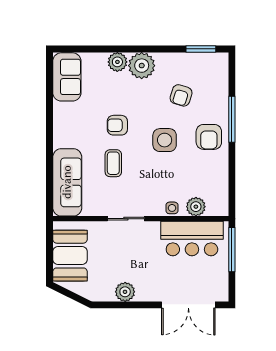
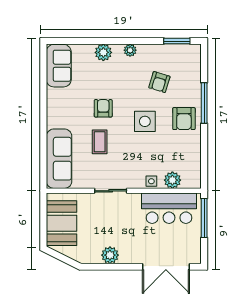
plant: (142, 66) -> (130, 50), width x0.53, depth x0.53
armchair: (117, 125) -> (103, 108), turned 90

